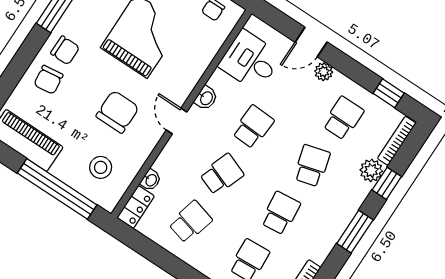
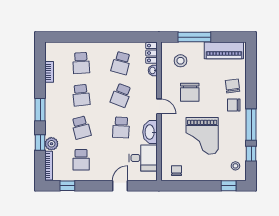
plant: (324, 72) -> (105, 176), removed
washbasin: (206, 98) -> (150, 132), width x1.91, depth x1.45
window: (57, 189) -> (194, 37), width x0.68

